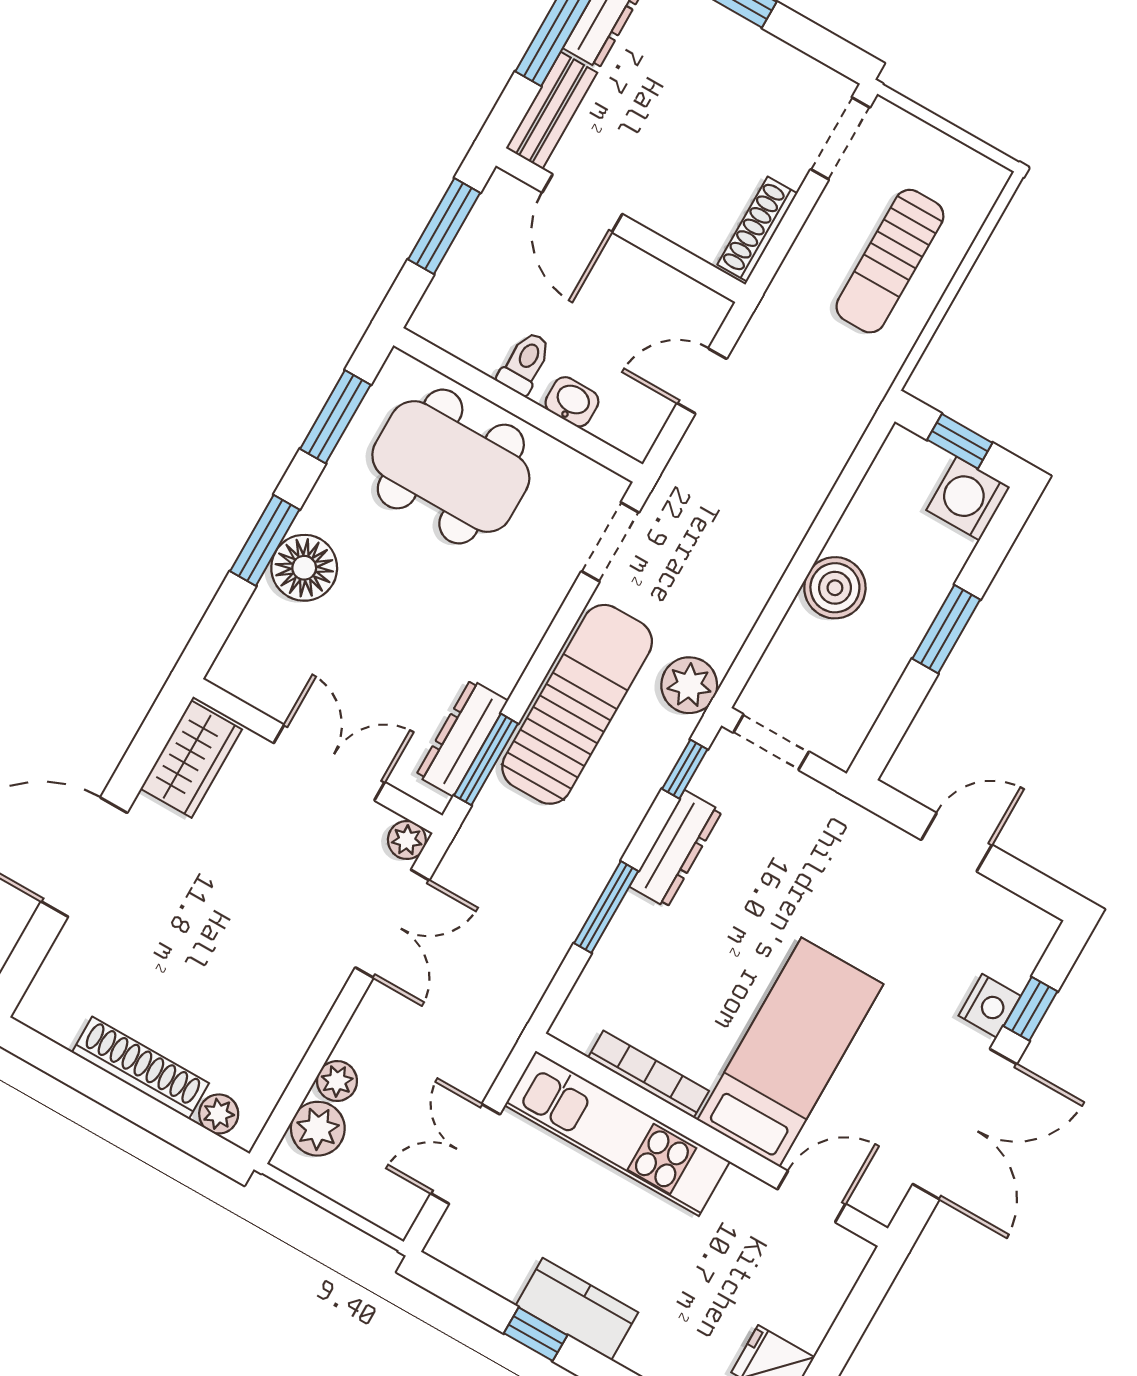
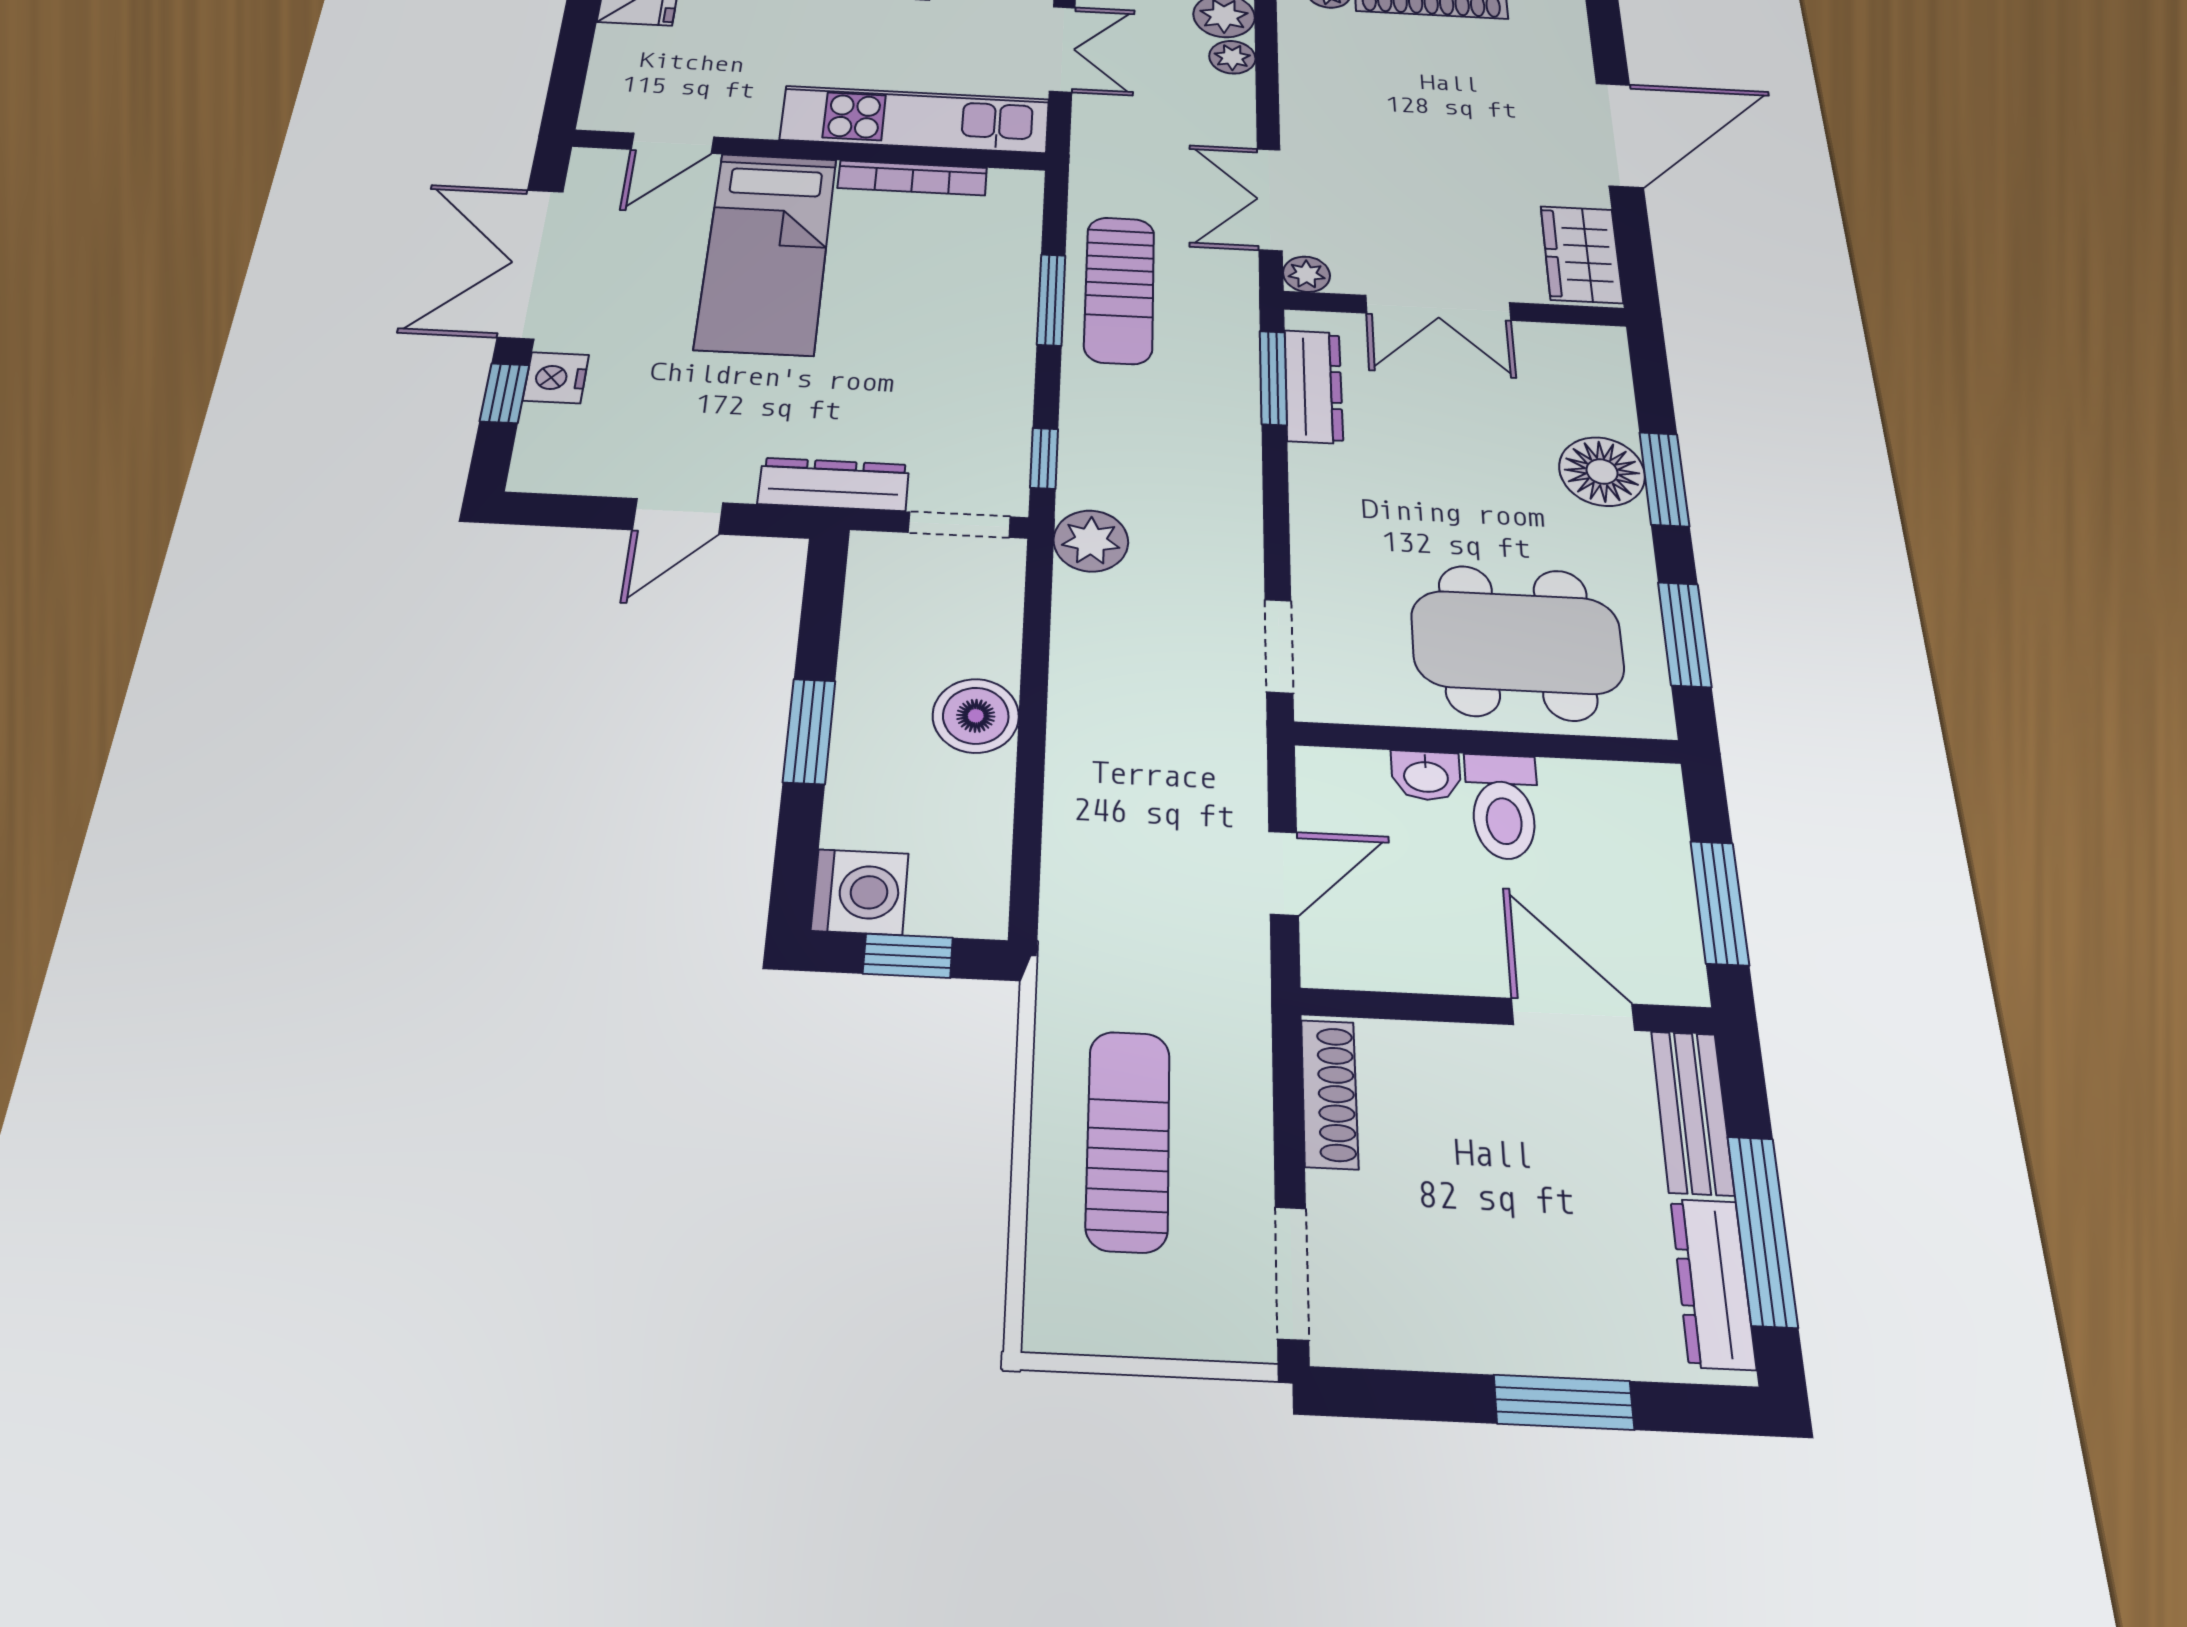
toilet: (525, 363) -> (1503, 806), width x1.37, depth x1.39
sun lounger: (577, 704) -> (1119, 290), moved, width x0.73, depth x0.75
dresser: (676, 849) -> (834, 484), moved, turned 90

